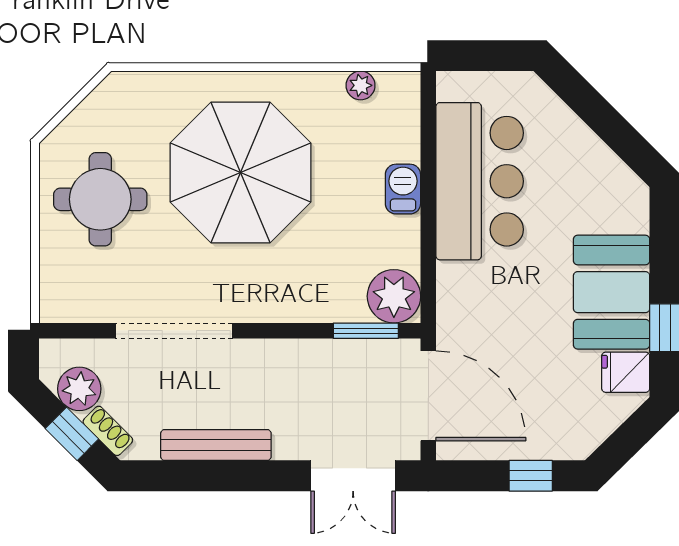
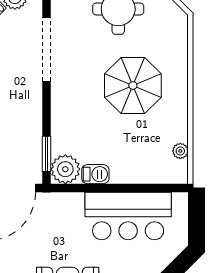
parasol: (240, 172) -> (133, 86), width x0.73, depth x0.73
barbecue: (403, 189) -> (95, 174), moved

